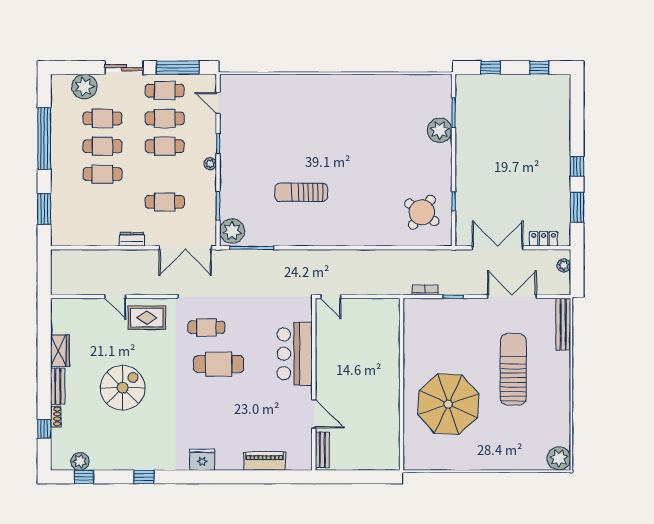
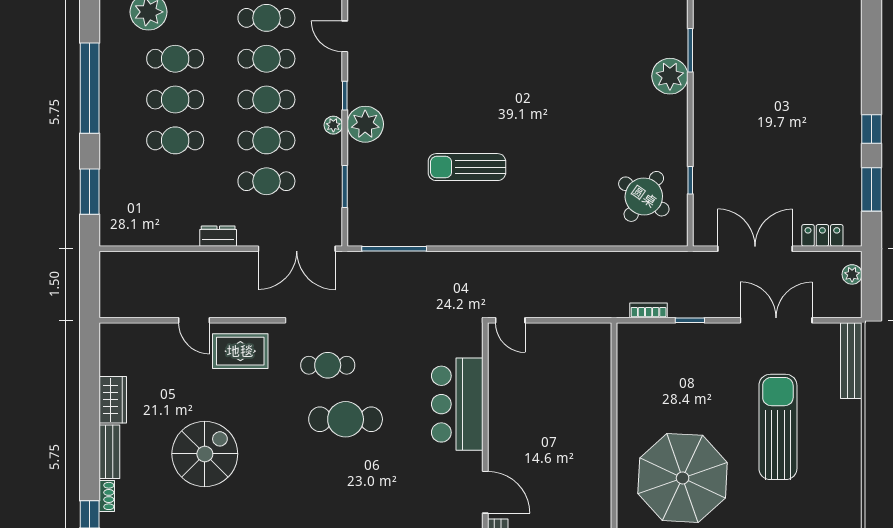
cafe table: (165, 174) -> (266, 140), added
plant: (232, 231) -> (365, 124), moved

